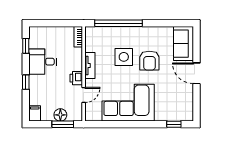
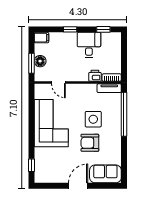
tv unit: (90, 66) -> (109, 88), moved
printer: (76, 78) -> (95, 76), moved

